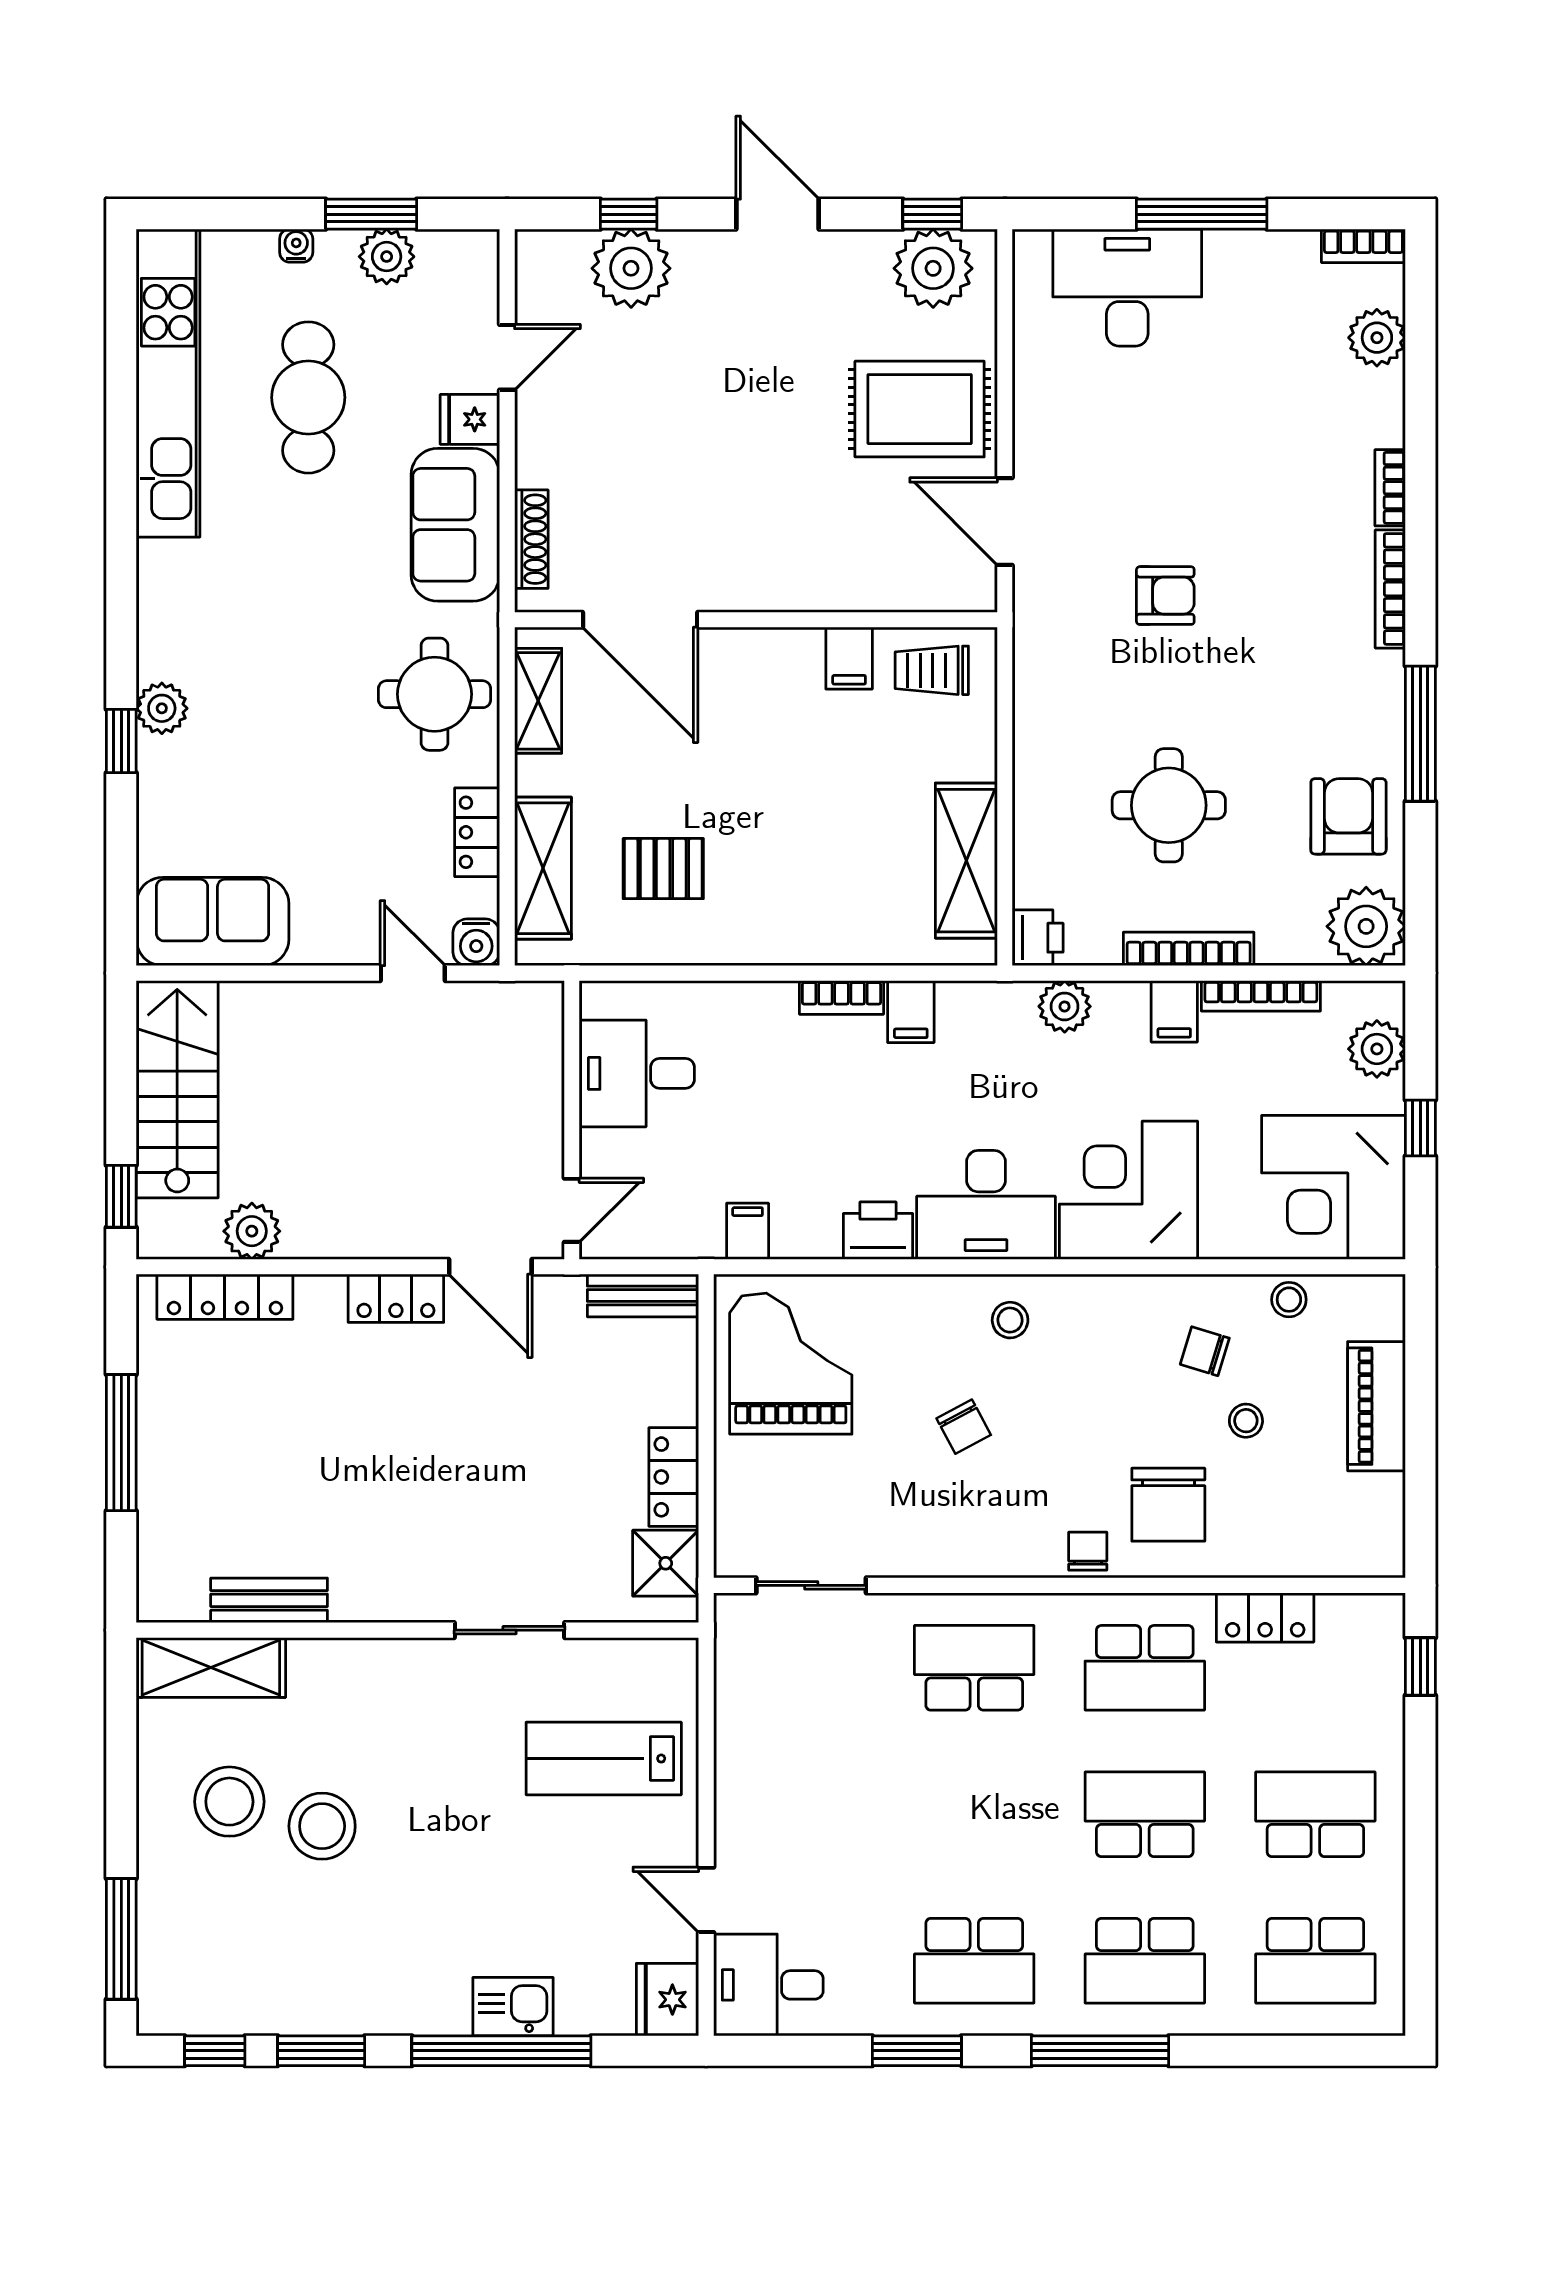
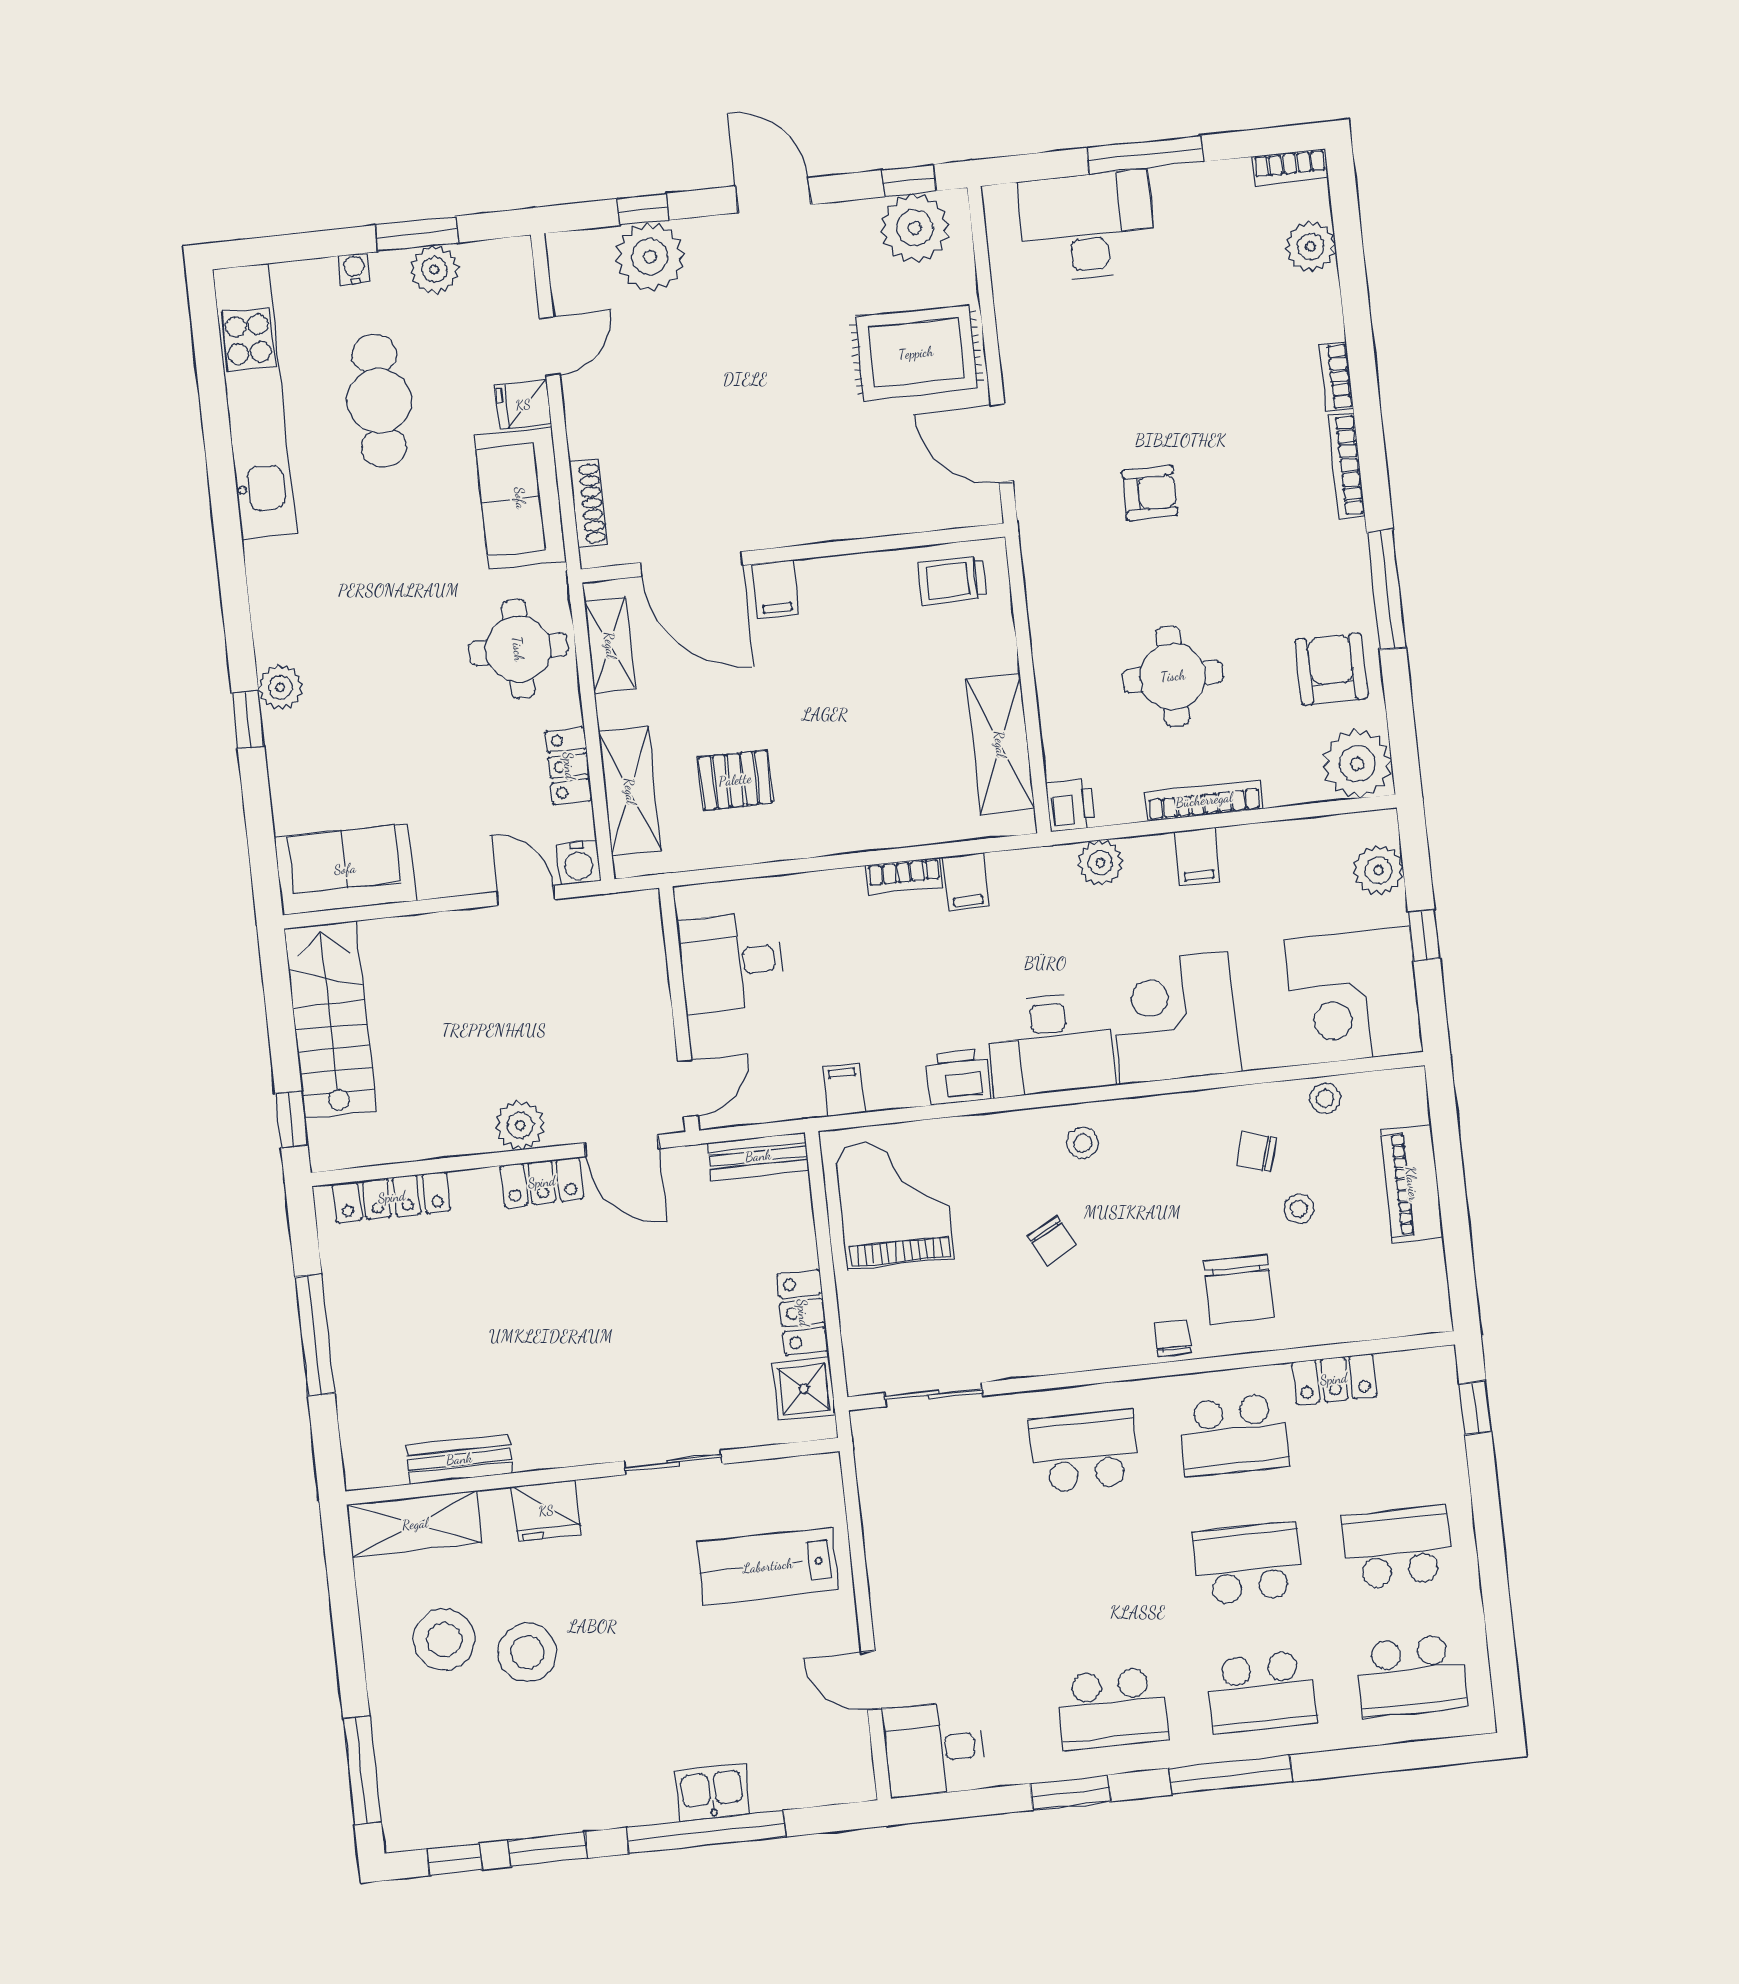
filing cabinet: (849, 658) -> (776, 589), moved
bookcase: (1261, 996) -> (1272, 835), removed
plant: (252, 1231) -> (520, 1125), moved
fridge: (667, 2000) -> (546, 1511), moved, turned -90

